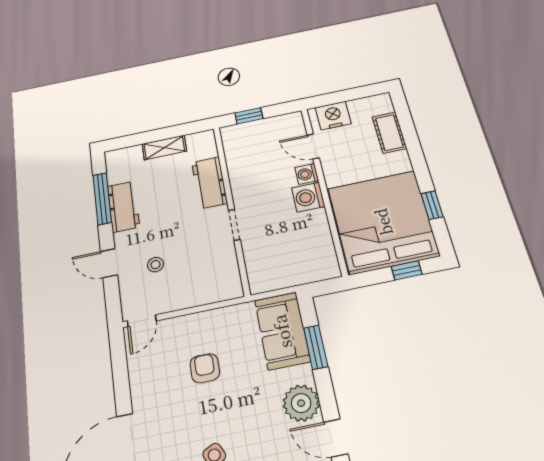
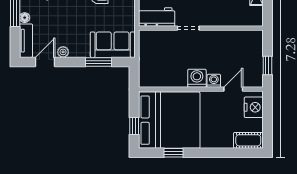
window: (249, 116) -> (267, 65), moved
cot: (389, 133) -> (248, 140), moved
workbench: (209, 183) -> (157, 17), moved
plant: (301, 403) -> (63, 52), width x0.53, depth x0.53

